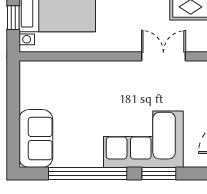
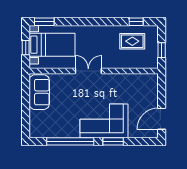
double door: (164, 56) -> (88, 71), moved
sofa: (36, 139) -> (39, 92), moved

